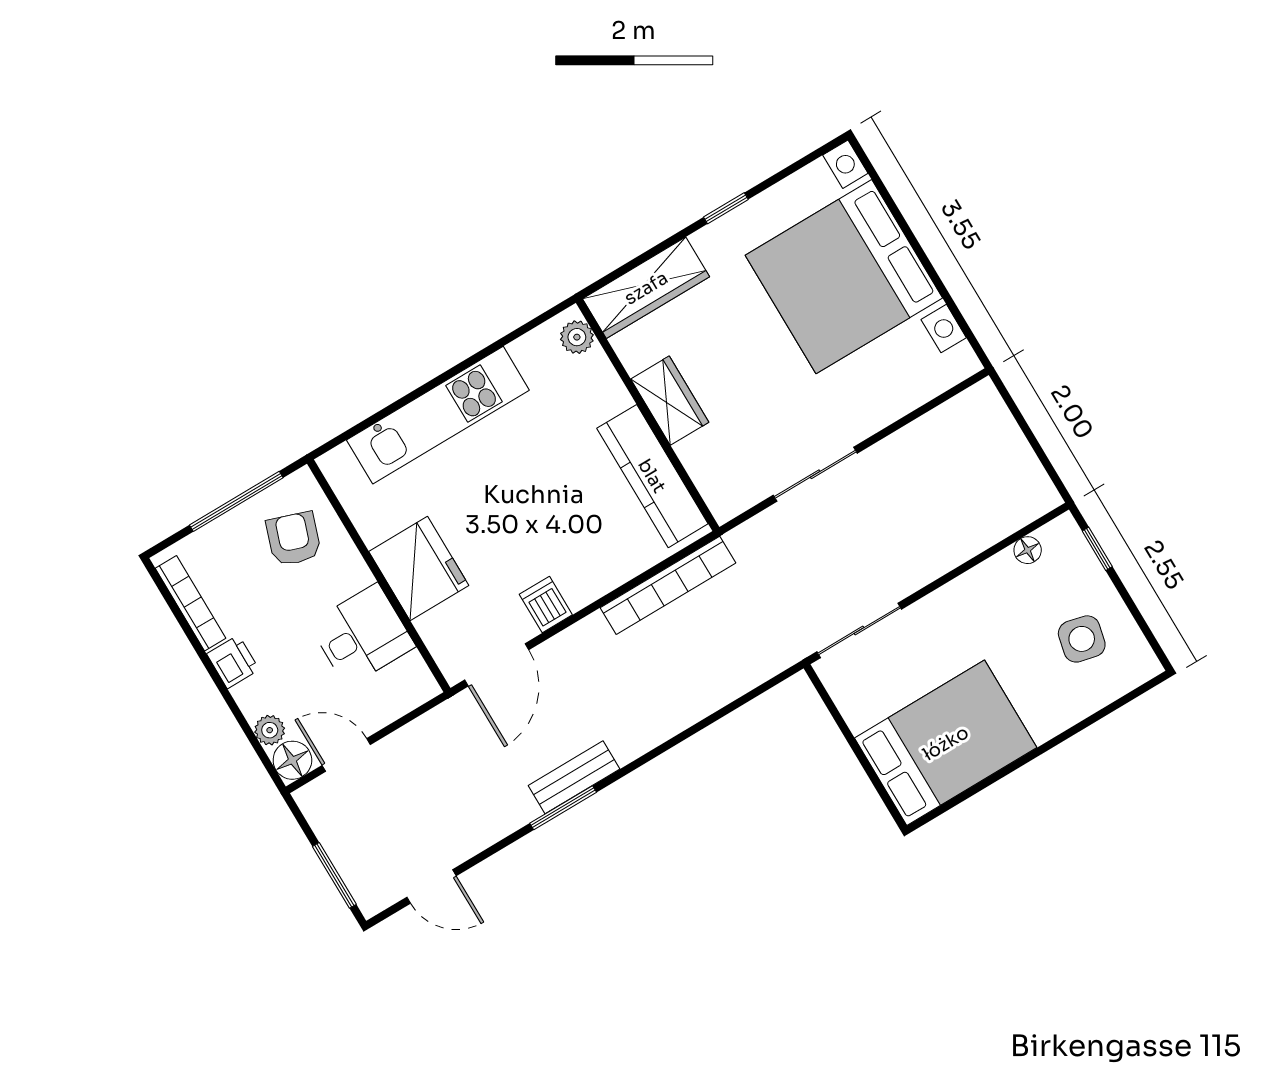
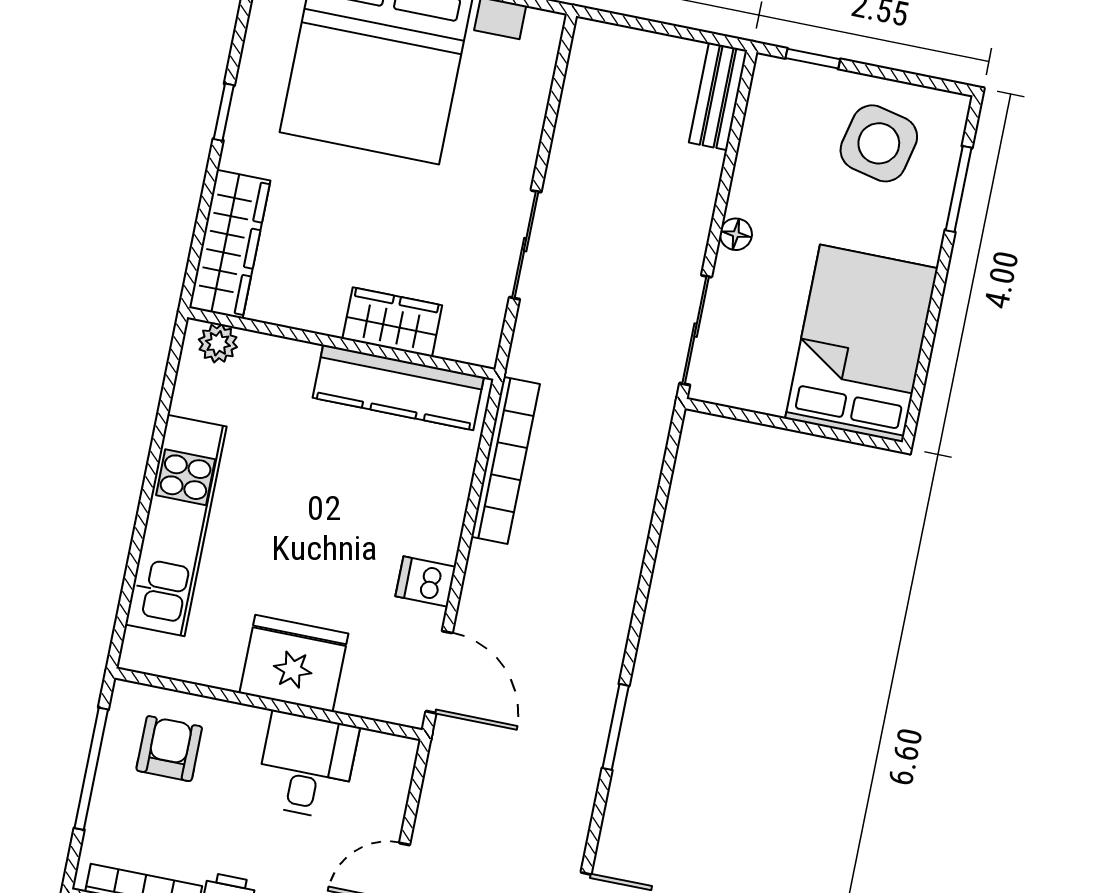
wardrobe: (670, 401) -> (392, 322), moved
armchair: (294, 539) -> (169, 749), turned 71
floor lamp: (1028, 550) -> (736, 234), moved
side table: (1082, 639) -> (879, 143), width x1.37, depth x1.37
window: (1099, 715) -> (959, 189), added
bench: (574, 777) -> (718, 96), moved

